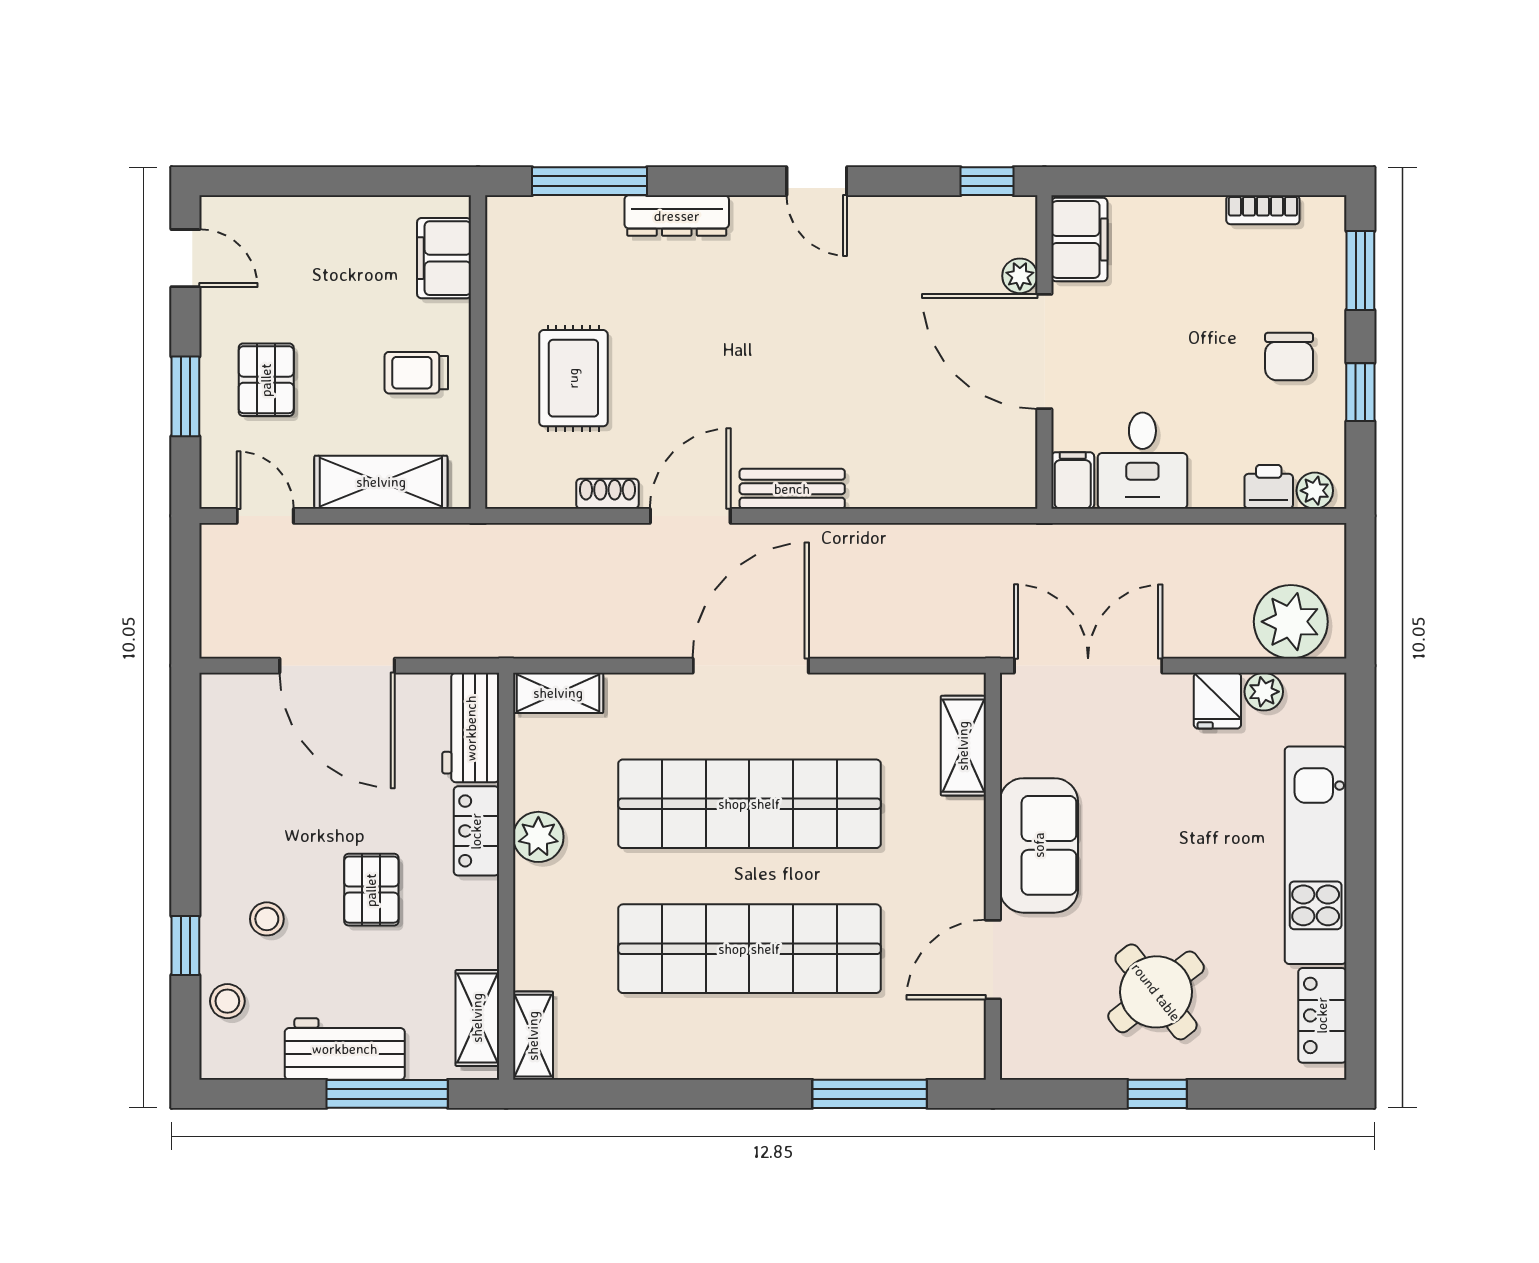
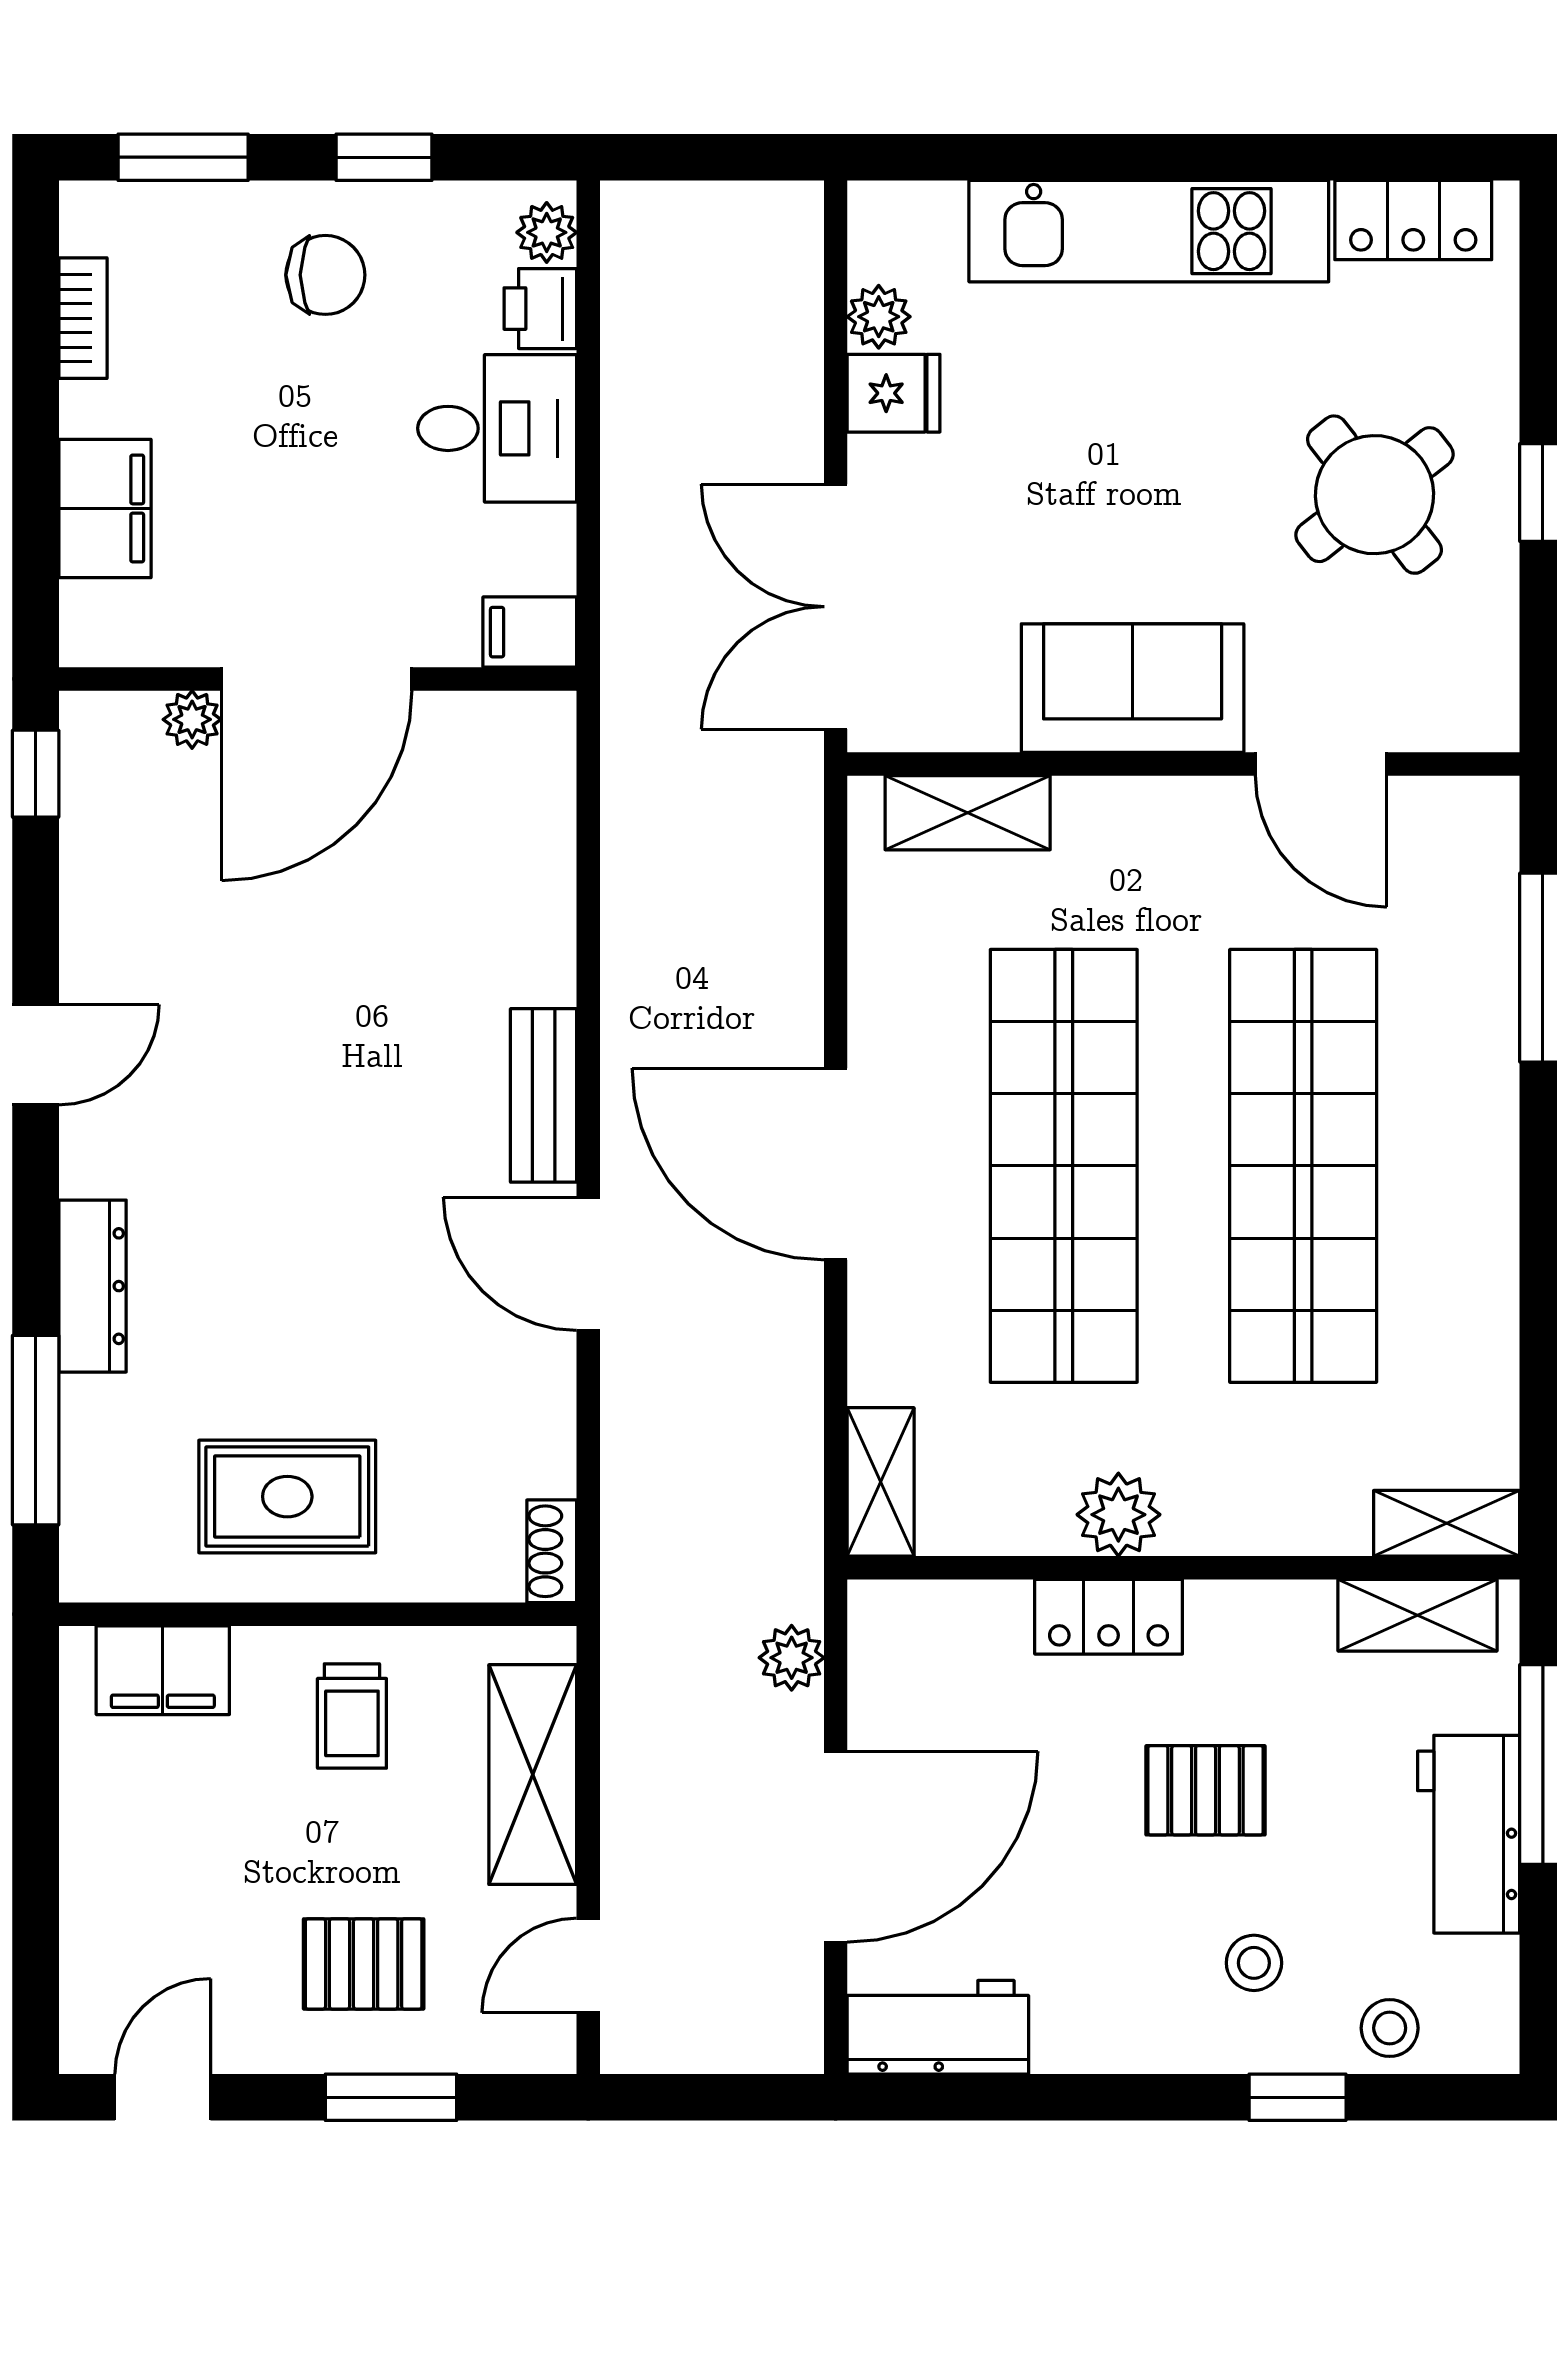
filing cabinet: (1079, 239) -> (105, 508), moved, turned 90
rug: (573, 378) -> (287, 1497), moved
desk: (1142, 461) -> (497, 428), moved
shoe rack: (607, 494) -> (552, 1551), moved
plant: (1291, 622) -> (792, 1658), moved, width x0.53, depth x0.53
workbench: (471, 728) -> (938, 2027), moved, turned 180

